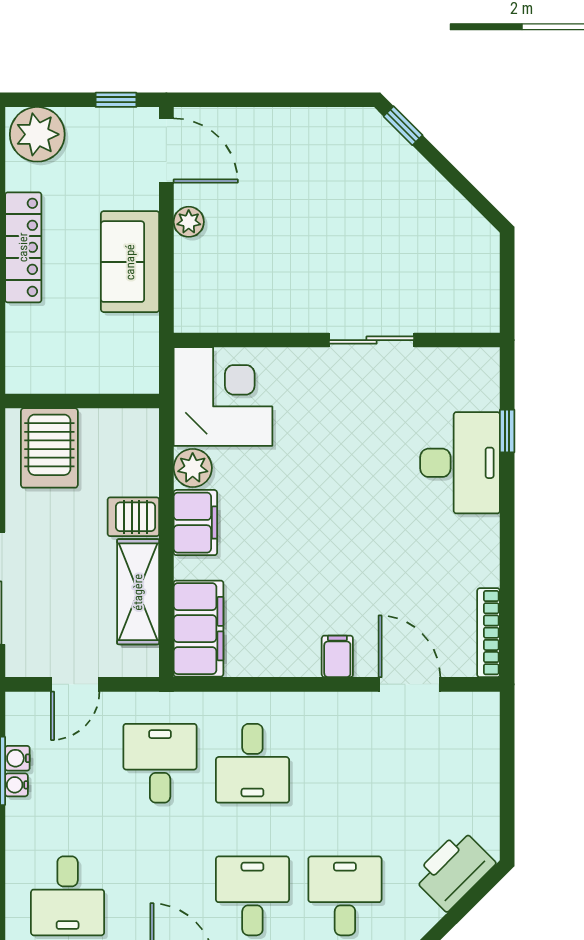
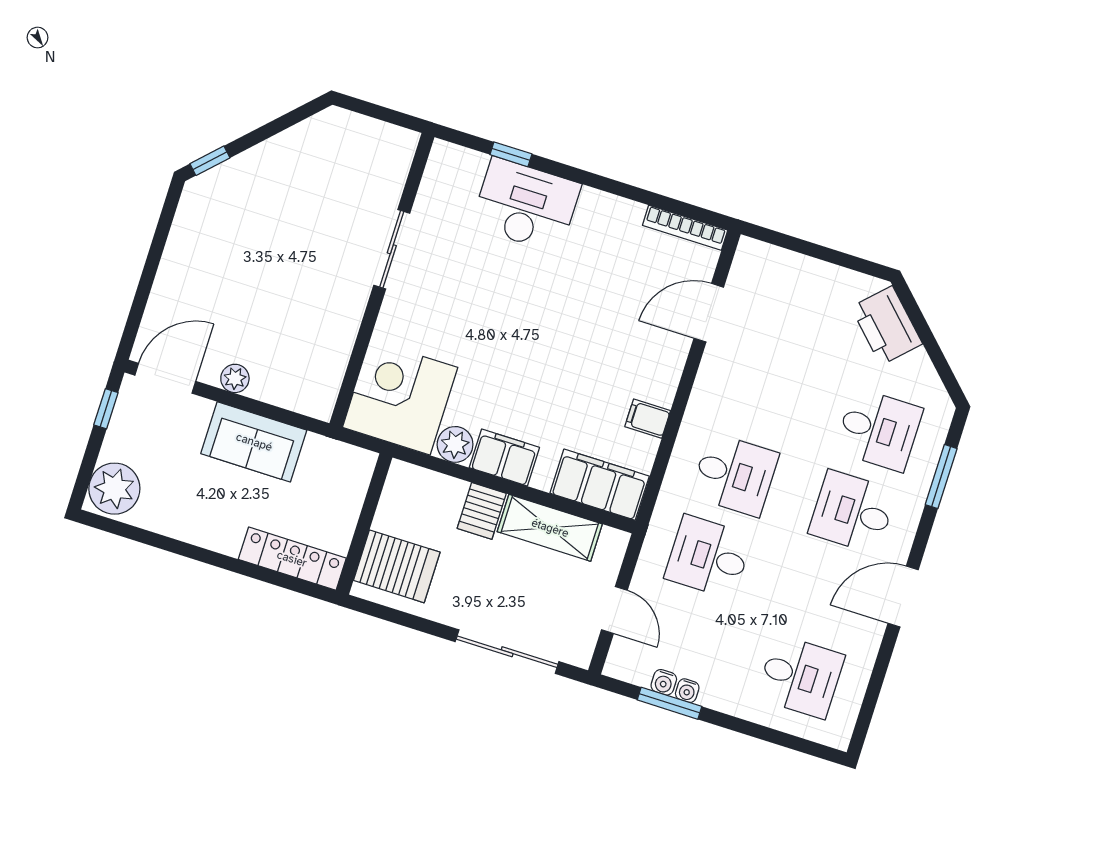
locker: (23, 247) -> (292, 559), moved
filing cabinet: (337, 656) -> (648, 419), moved
desk: (345, 896) -> (879, 430), turned 180

